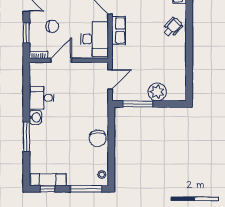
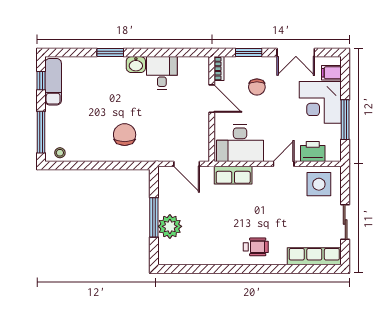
wheelchair: (173, 27) -> (256, 247), turned -43
row of seats: (119, 30) -> (233, 175), moved
window: (138, 104) -> (154, 217), moved
window: (26, 137) -> (110, 53), width x0.69
chair: (98, 138) -> (125, 135), moved, turned 90

